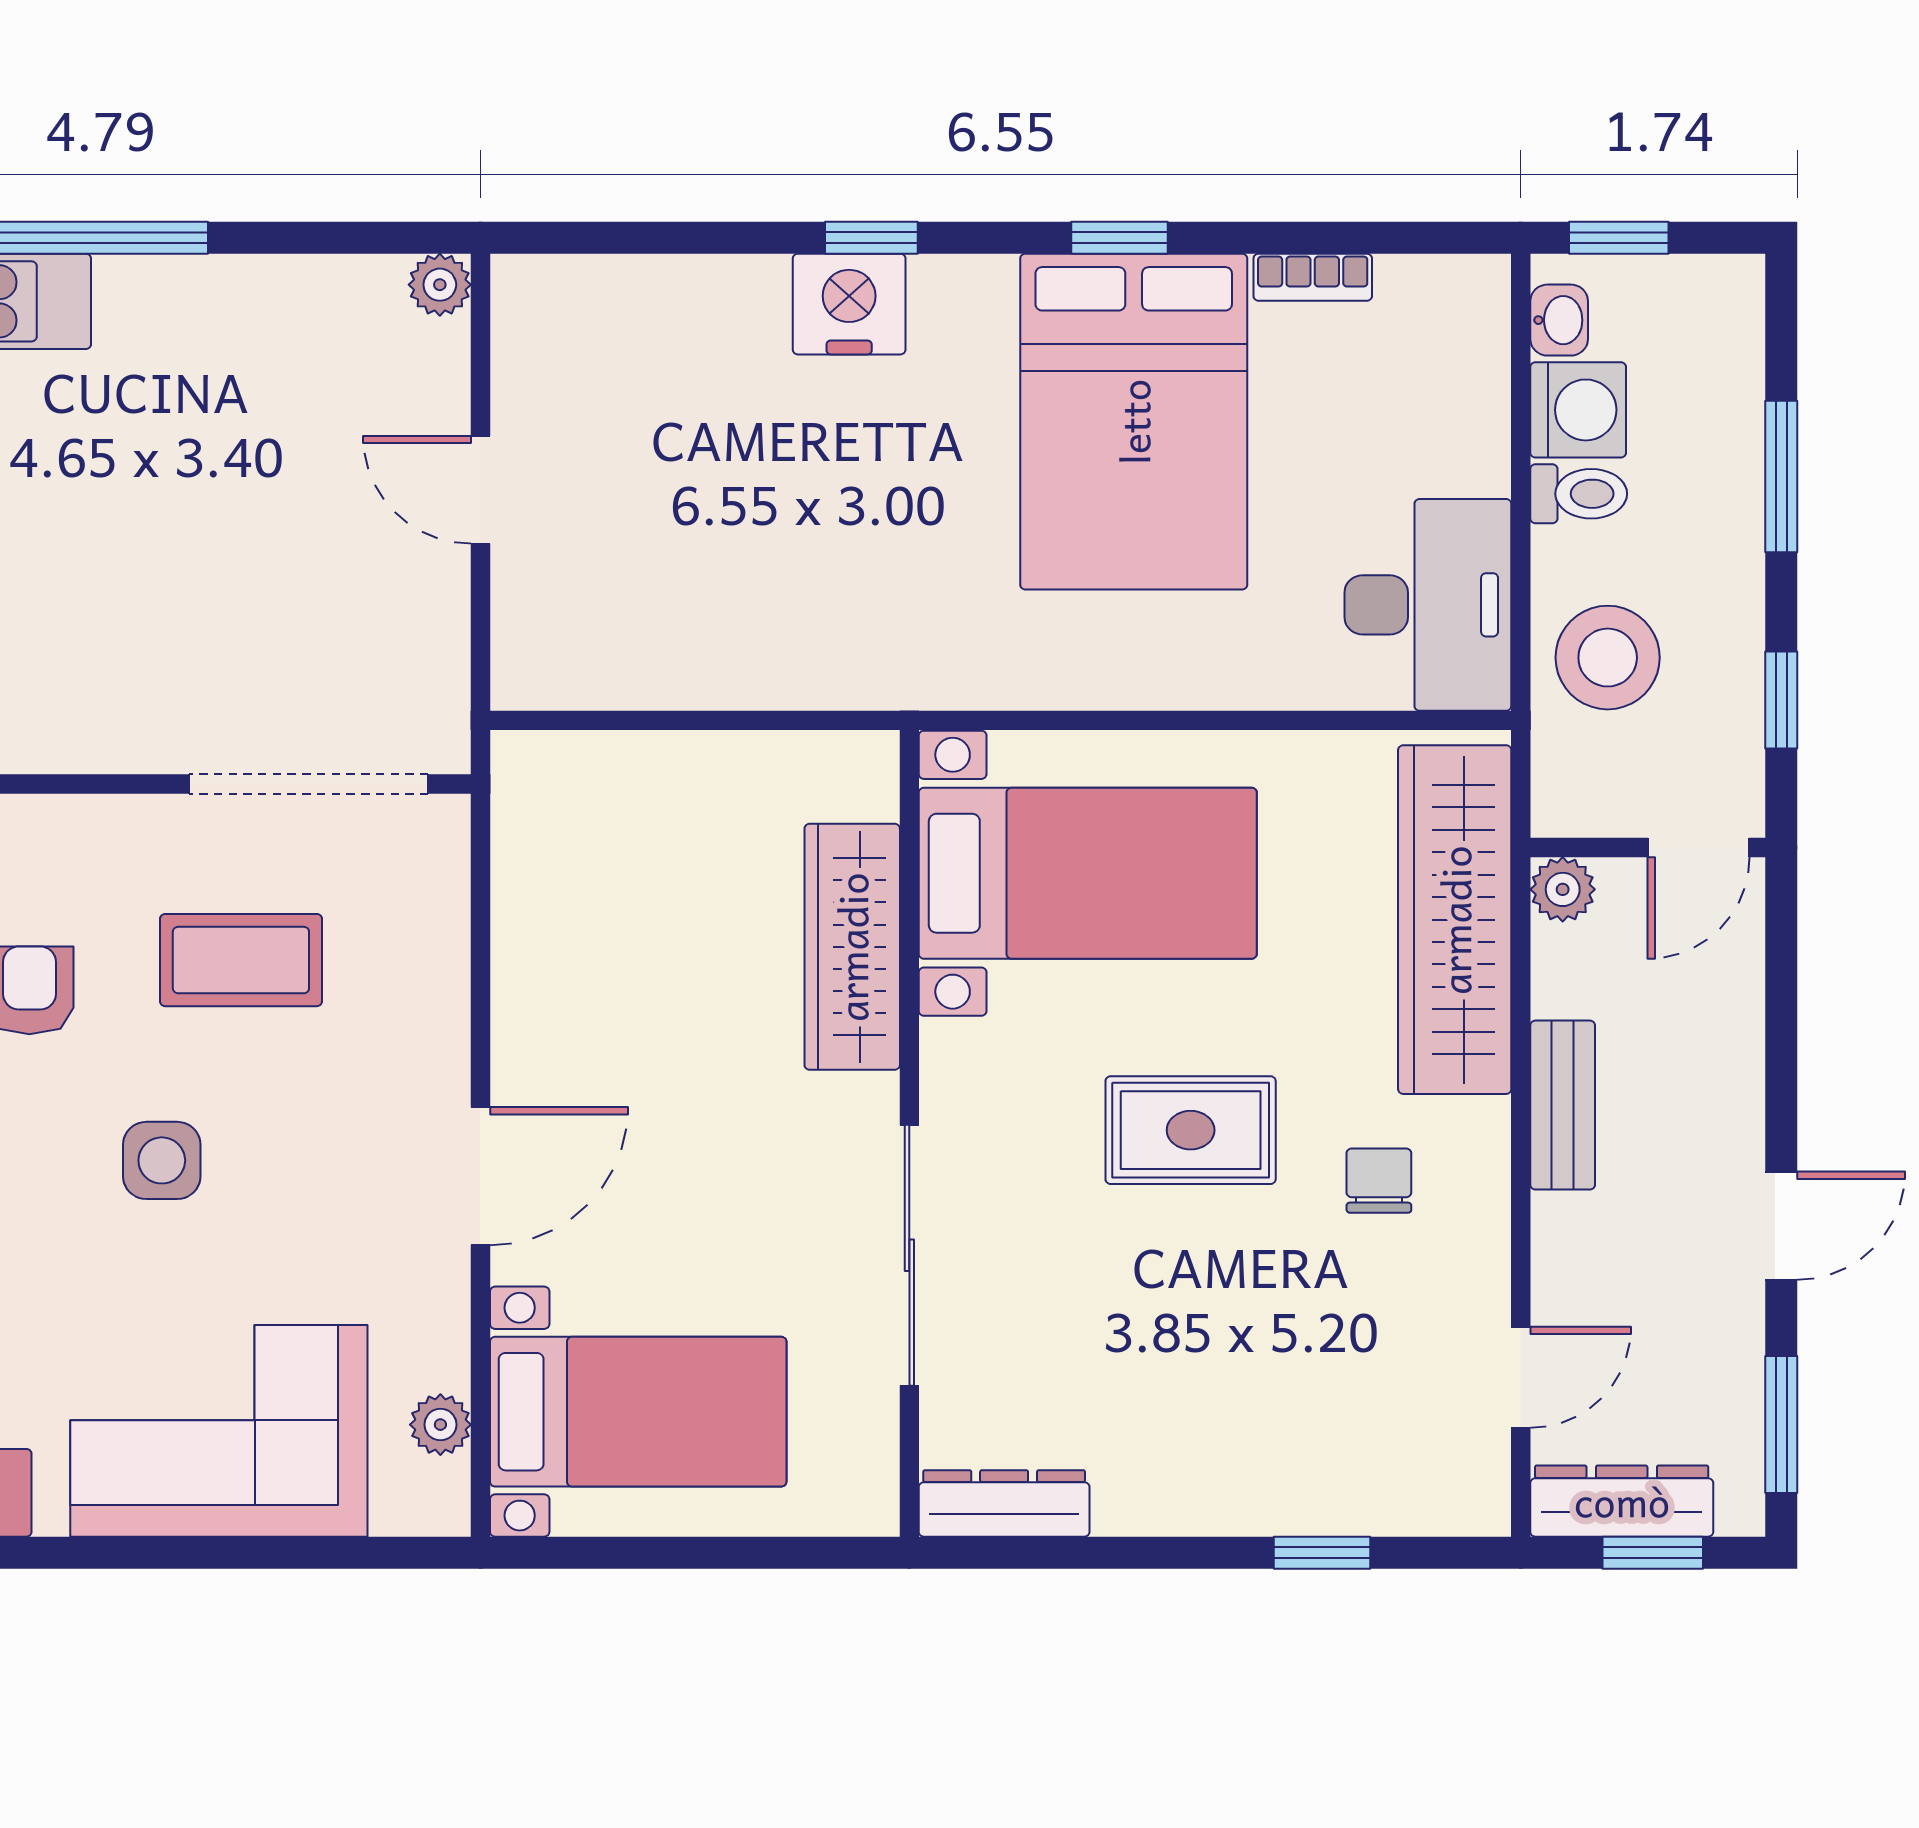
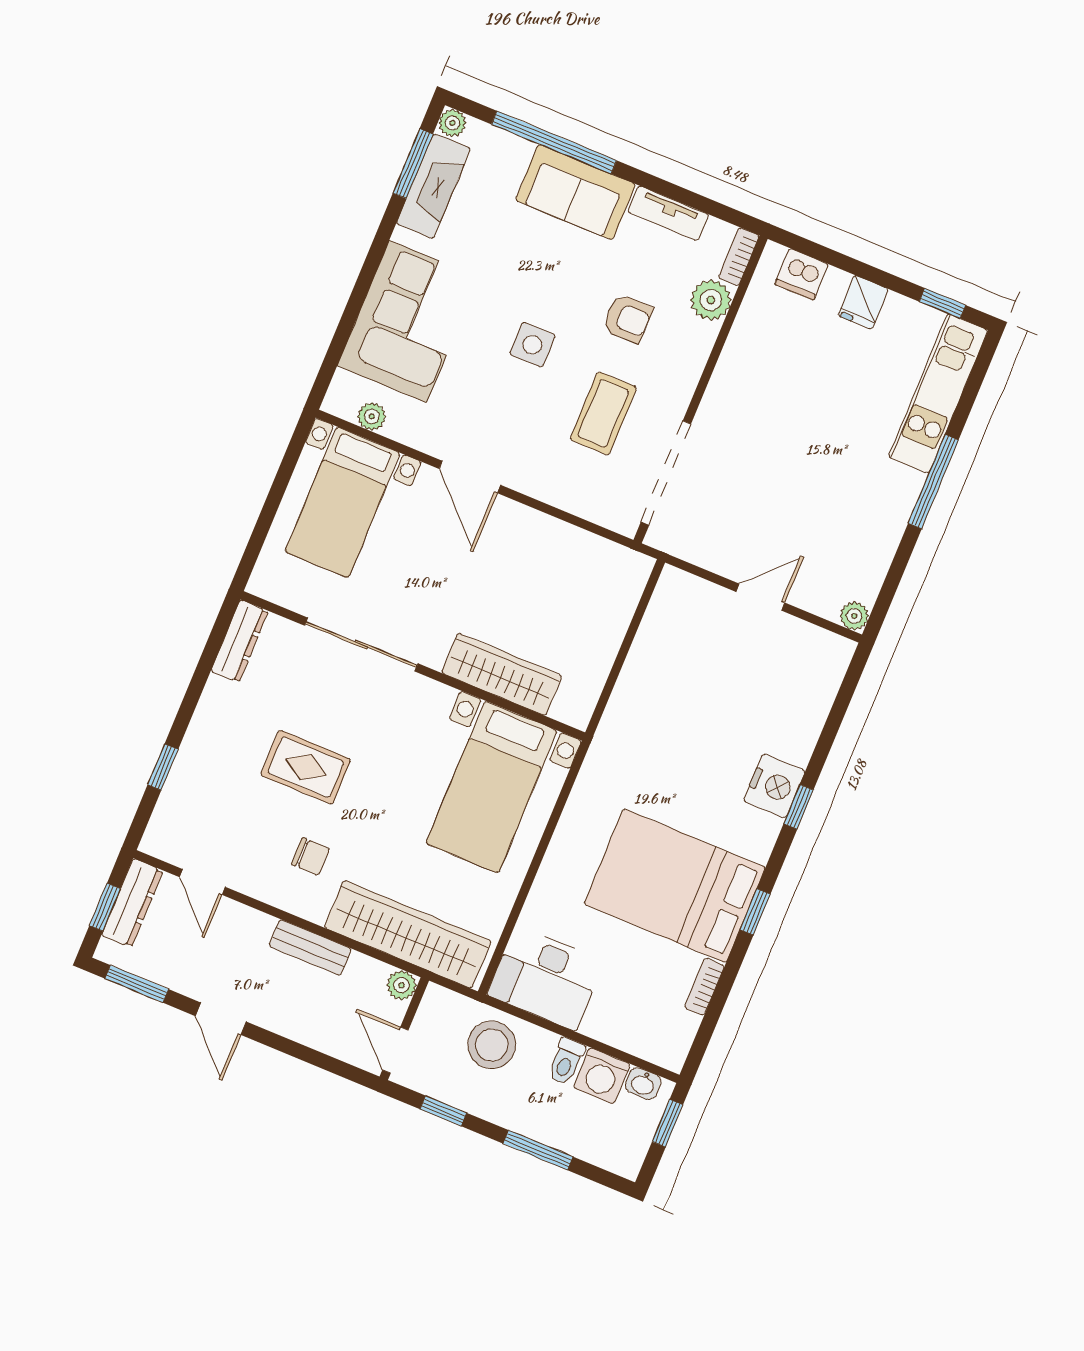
rug: (1191, 1130) -> (306, 767), moved, turned 90

